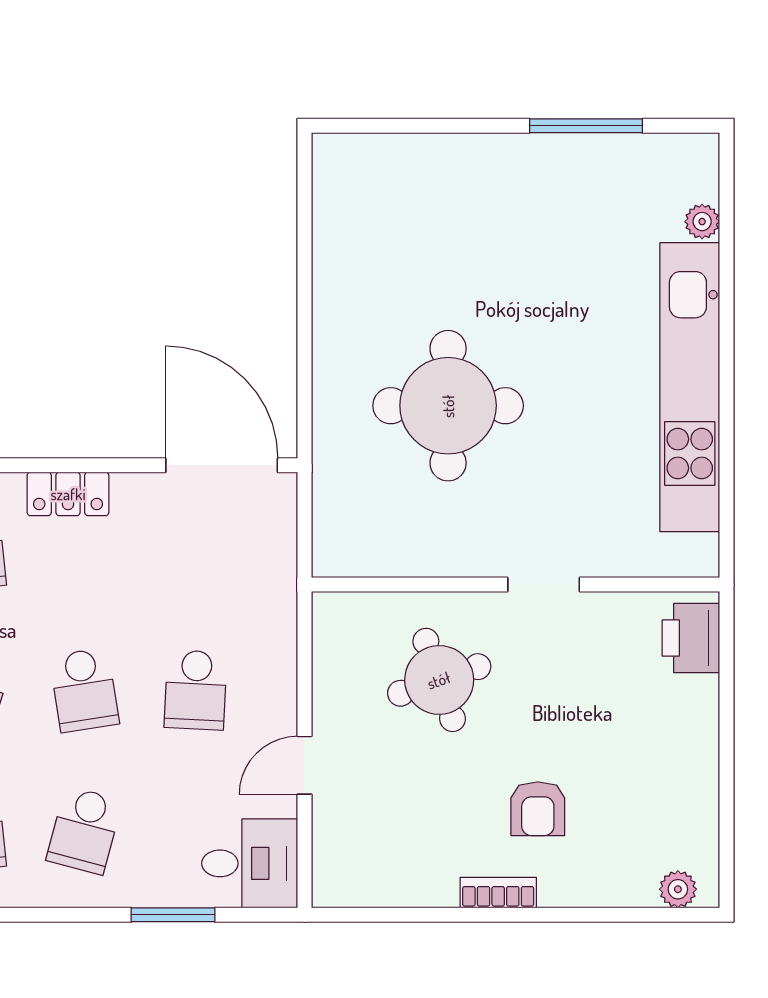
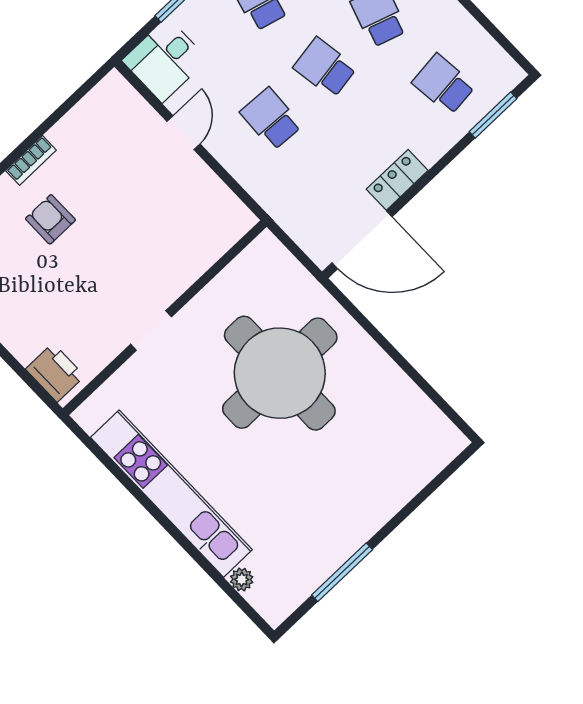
round table: (448, 406) -> (280, 373), width x1.36, depth x1.36
locker: (68, 494) -> (397, 180), moved
round table: (439, 680) -> (158, 236), removed

